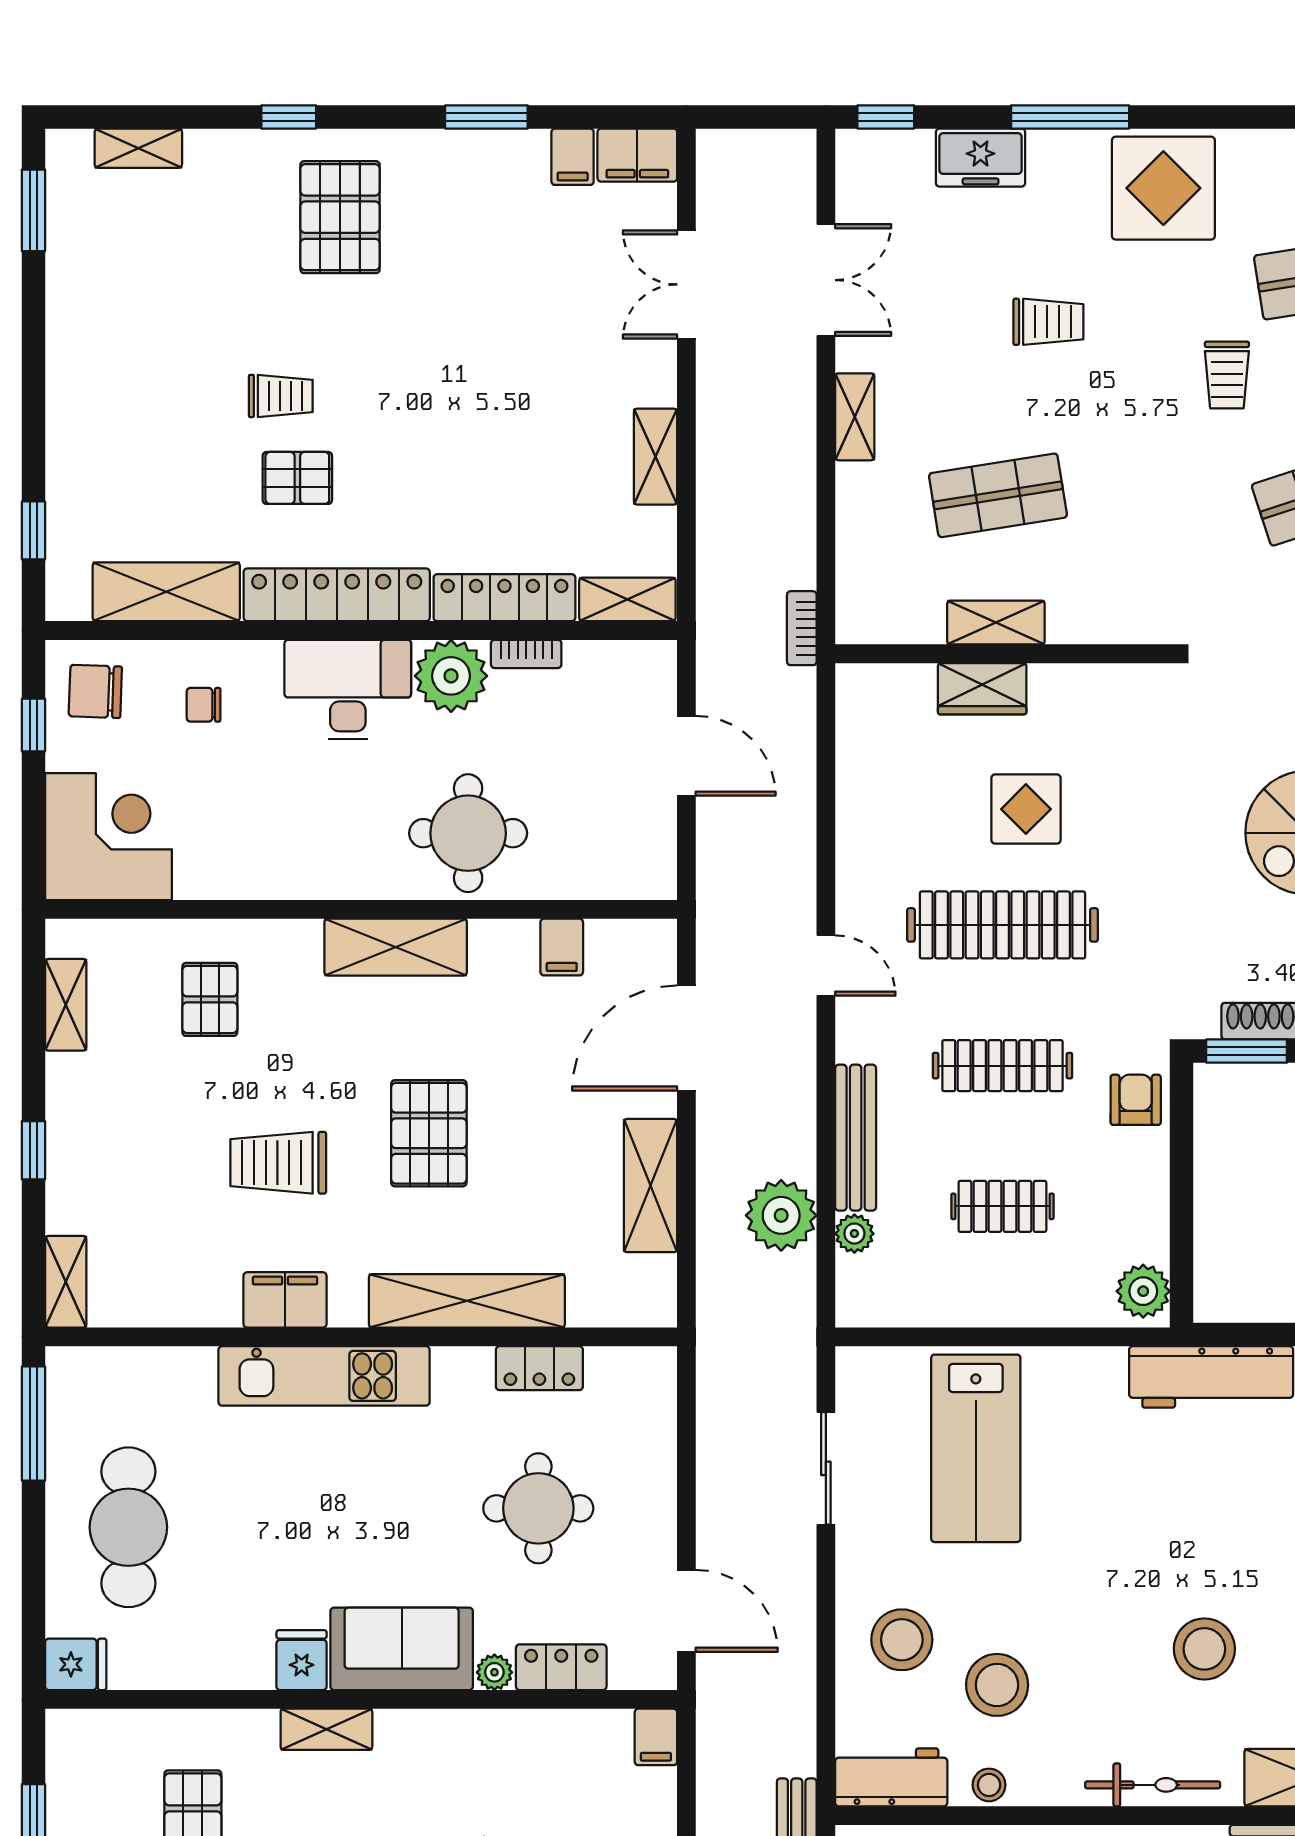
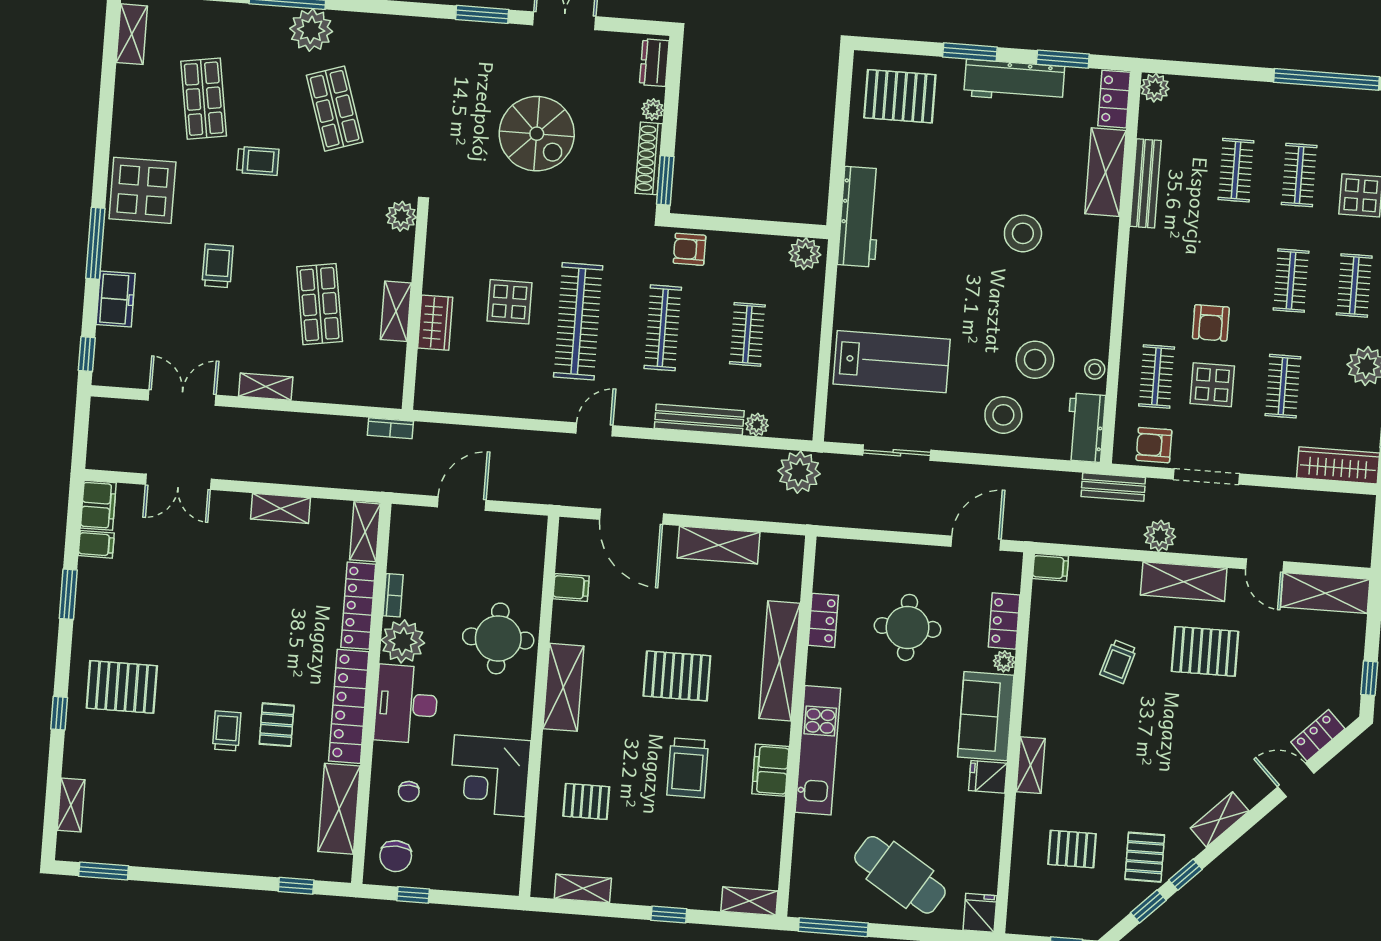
plant: (1154, 619) -> (401, 216), added
corner desk: (109, 837) -> (490, 776), moved, turned -90
plant: (781, 1215) -> (799, 472), moved
cafe table: (128, 1527) -> (900, 875), turned 32
bicycle: (1153, 1785) -> (1102, 271), removed

